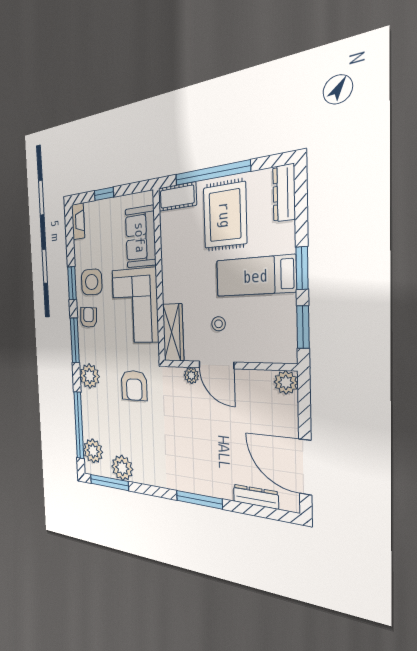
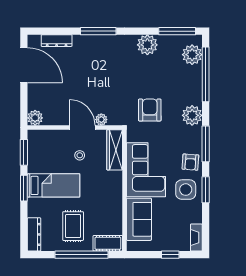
rug: (225, 215) -> (73, 226), width x0.73, depth x0.70
plant: (122, 468) -> (147, 45), moved

